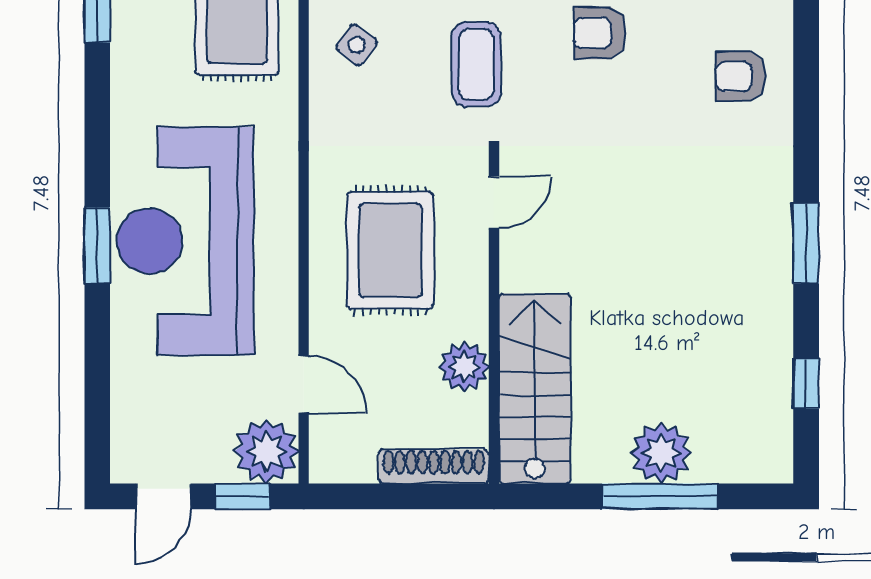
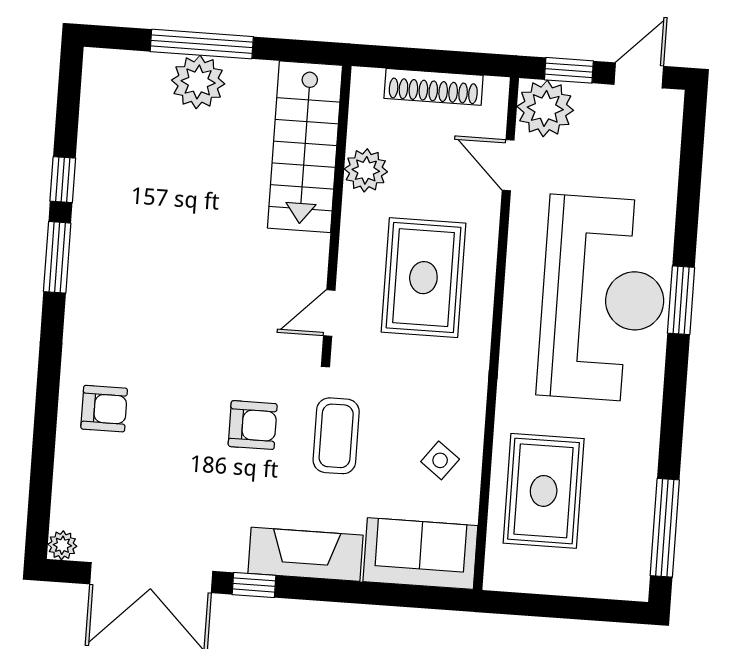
armchair: (600, 33) -> (253, 425), moved
window: (806, 383) -> (63, 180), moved
shoe rack: (434, 467) -> (434, 87), moved

